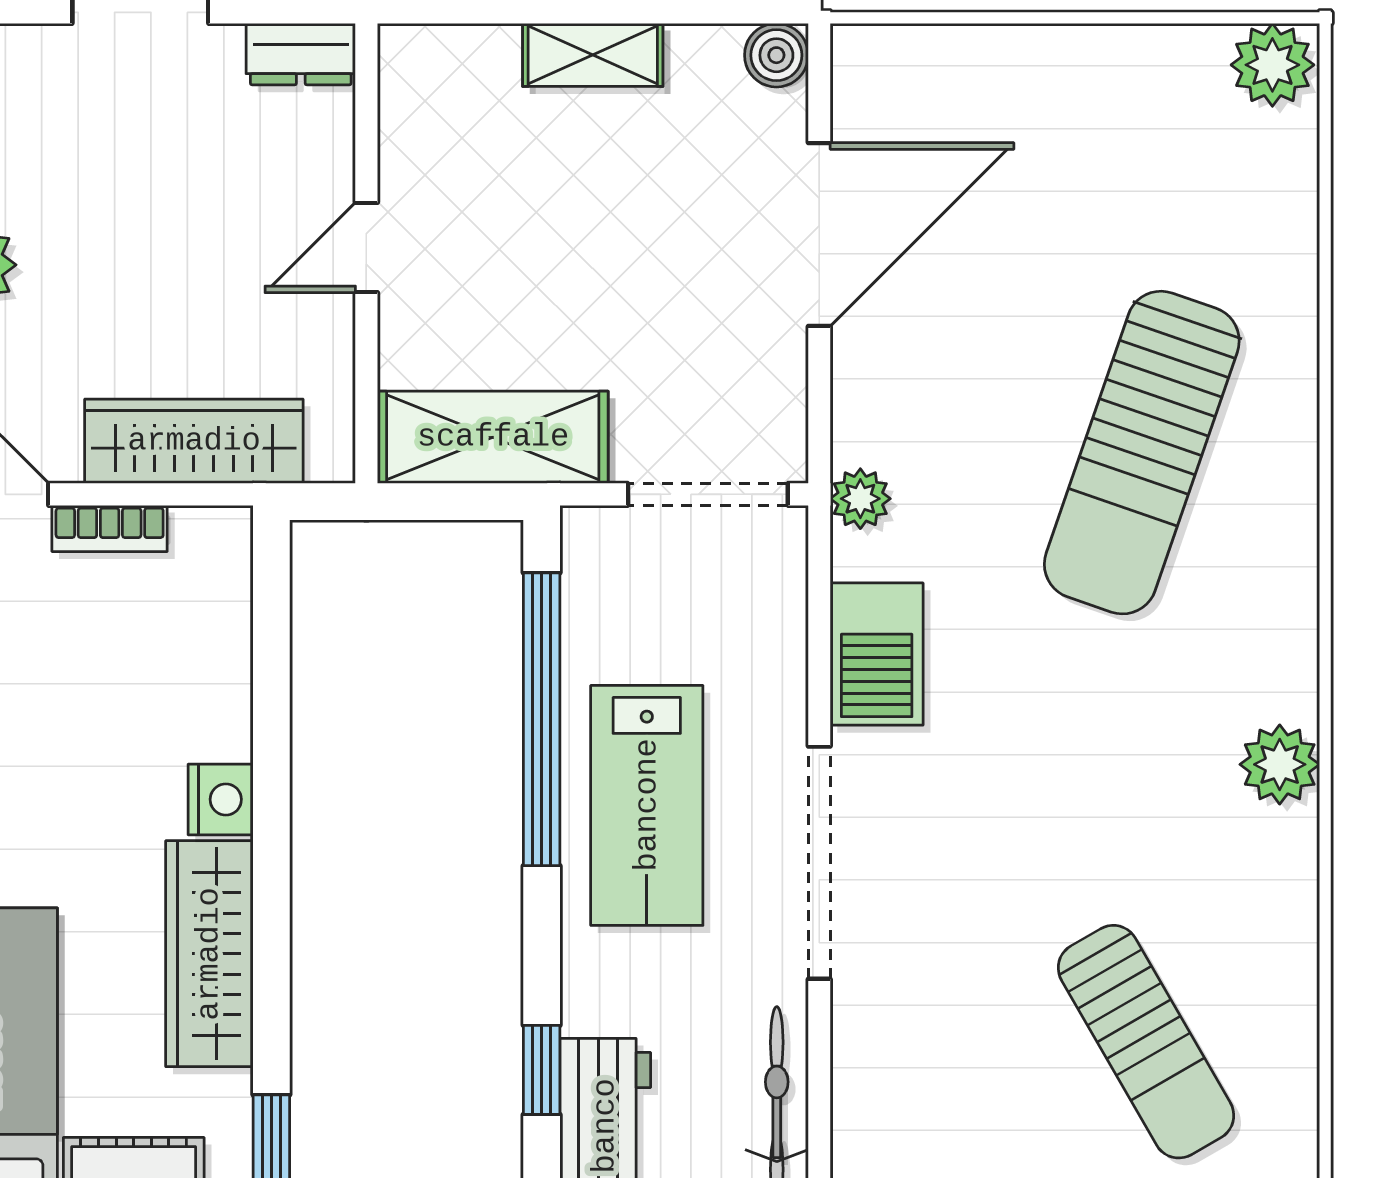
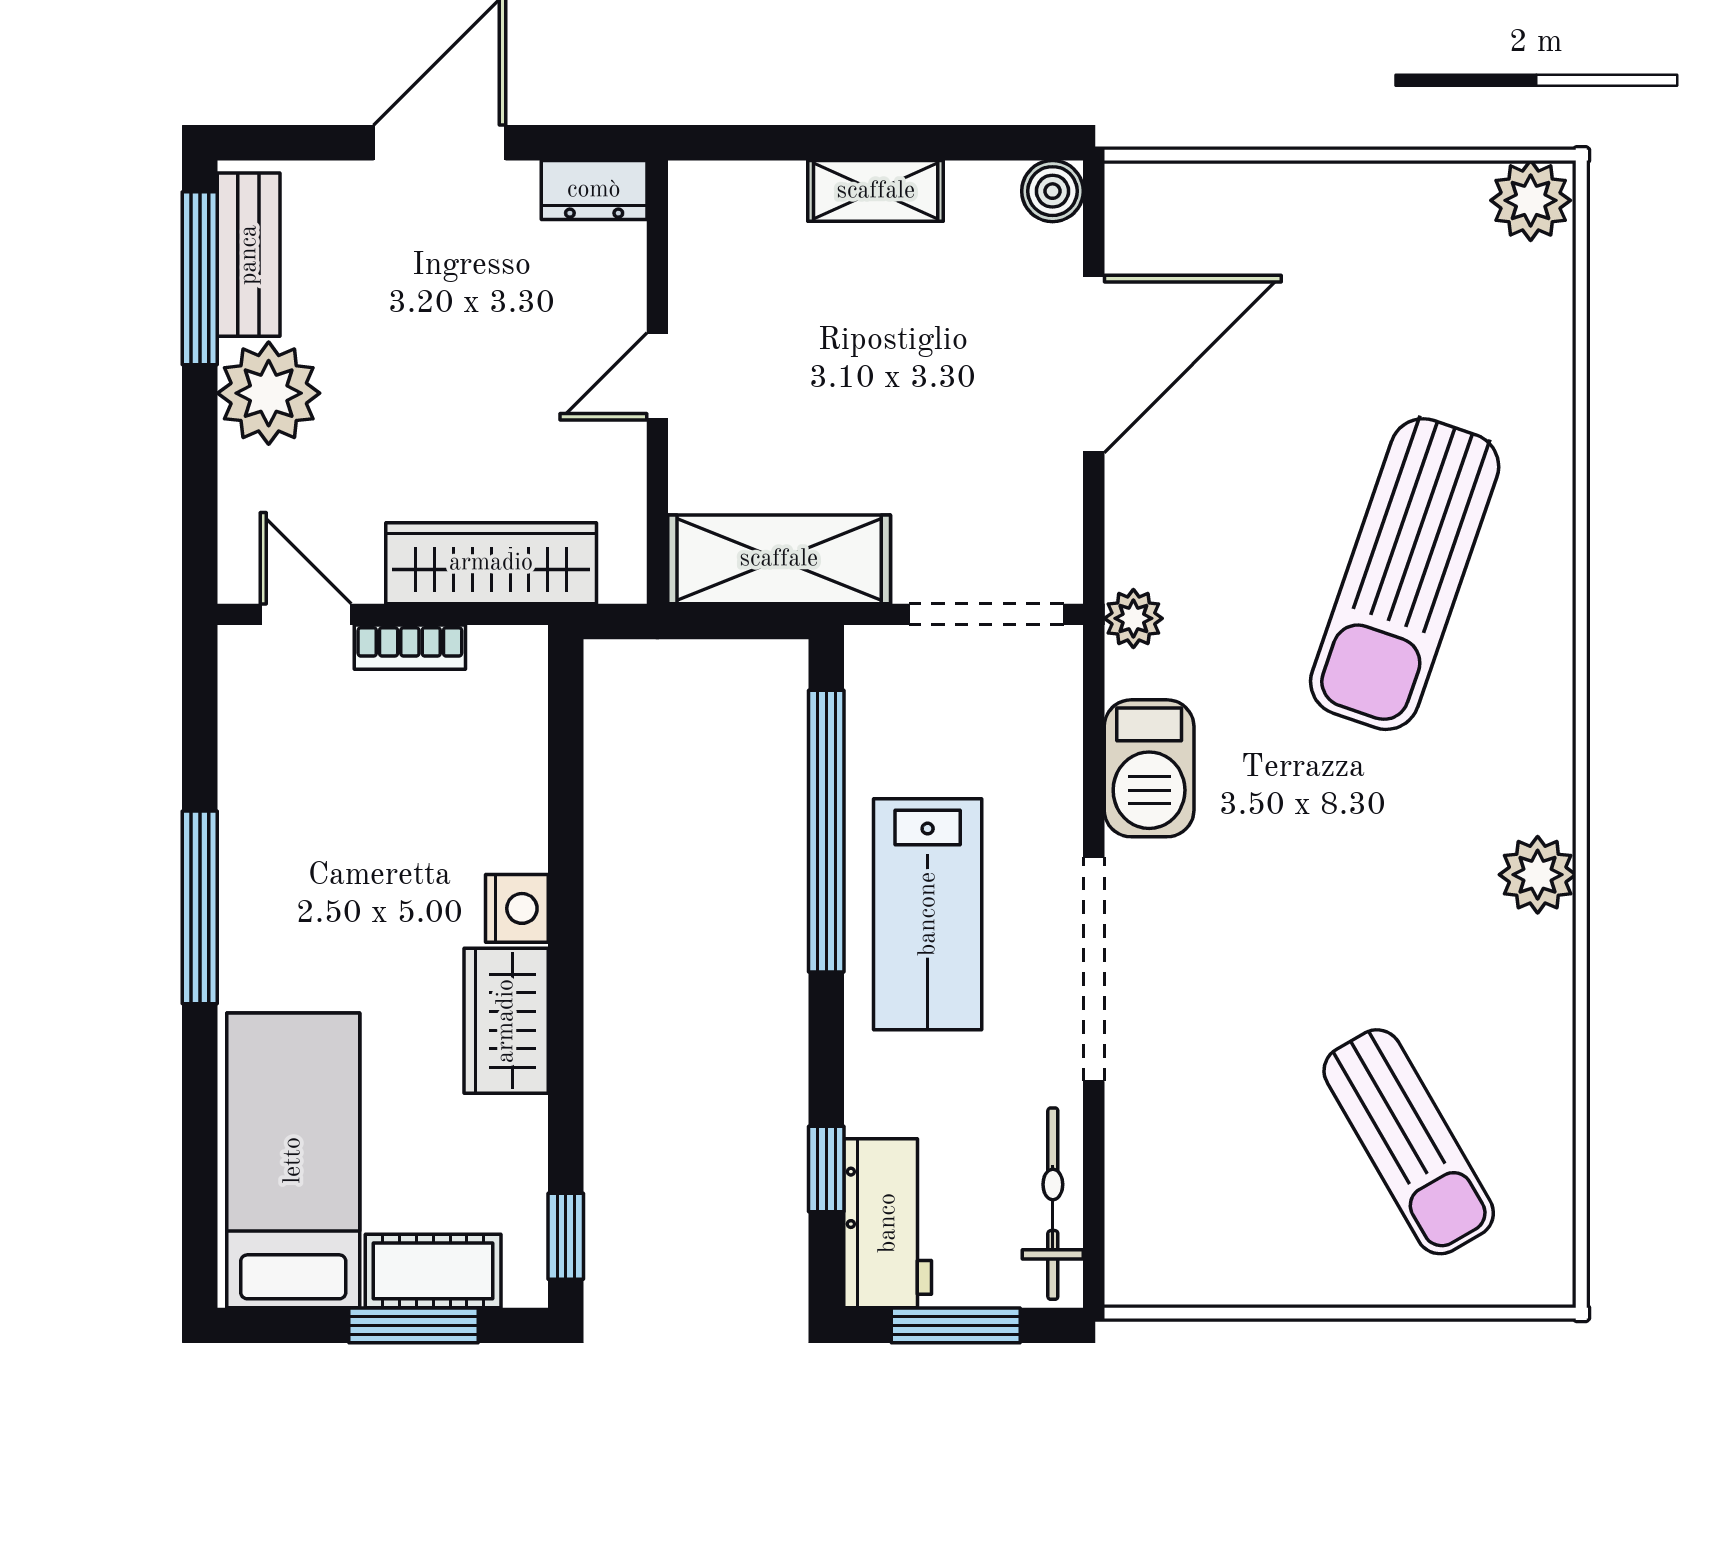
wardrobe: (209, 954) -> (506, 1021), width x0.67

